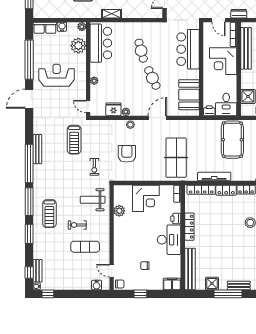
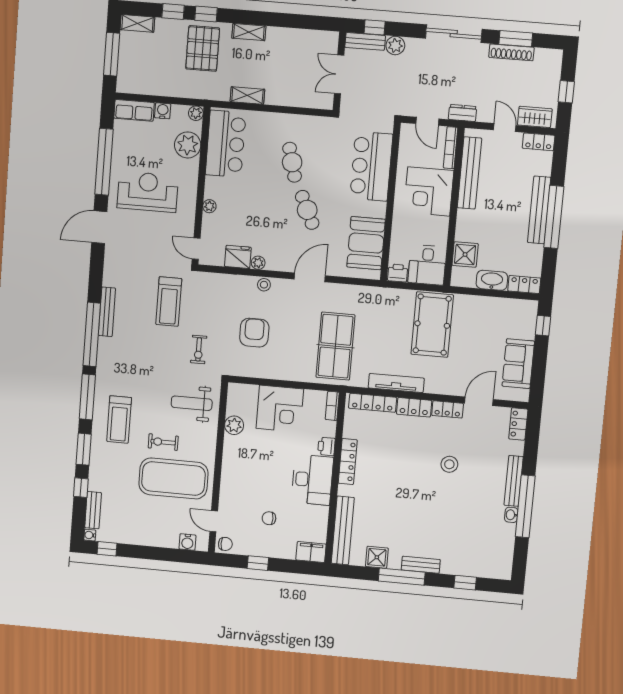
exercise mat: (85, 247) -> (173, 478), width x2.00, depth x1.45
window: (29, 273) -> (81, 488), moved

